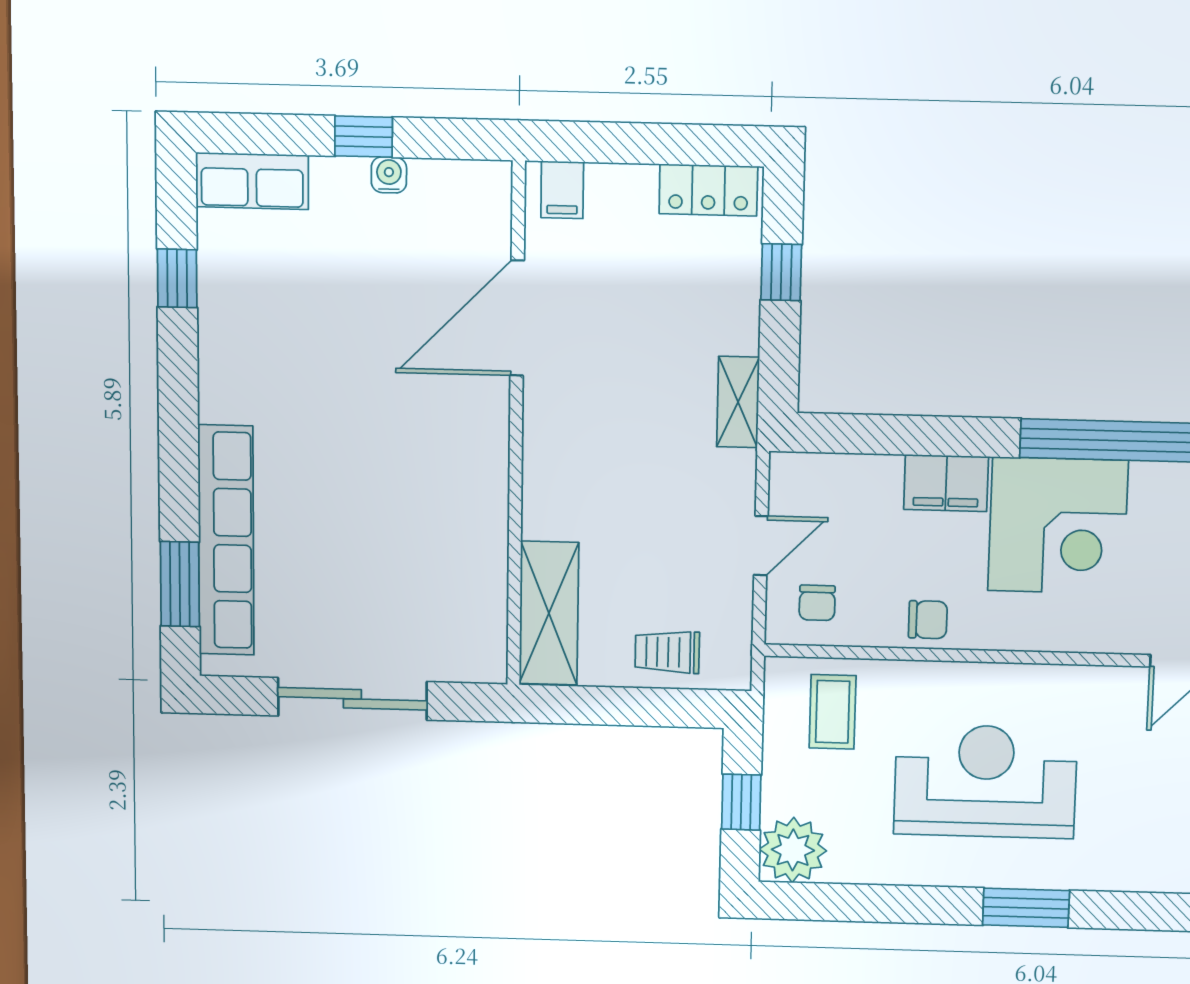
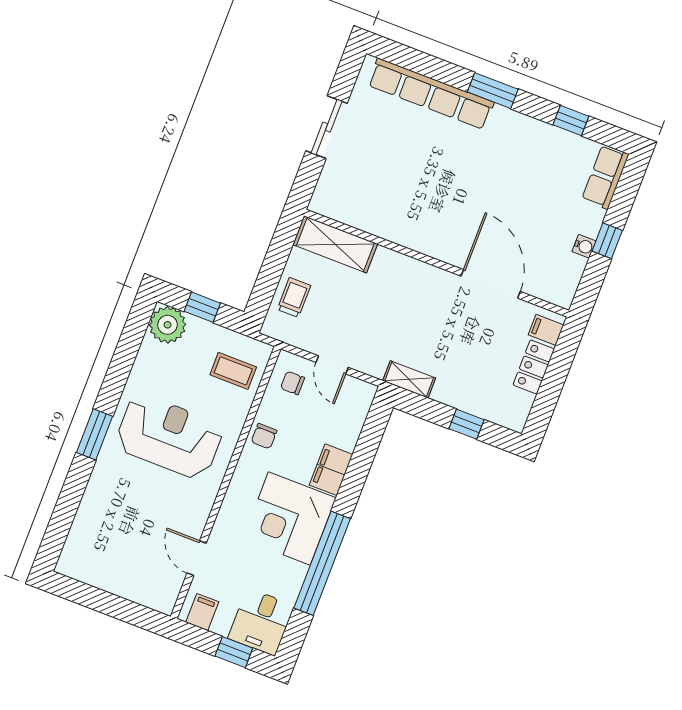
locker: (708, 190) -> (534, 367), moved
window: (180, 584) -> (493, 91), moved
sliding door: (352, 699) -> (327, 127), width x0.73
reception desk: (985, 781) -> (169, 436), turned -90

